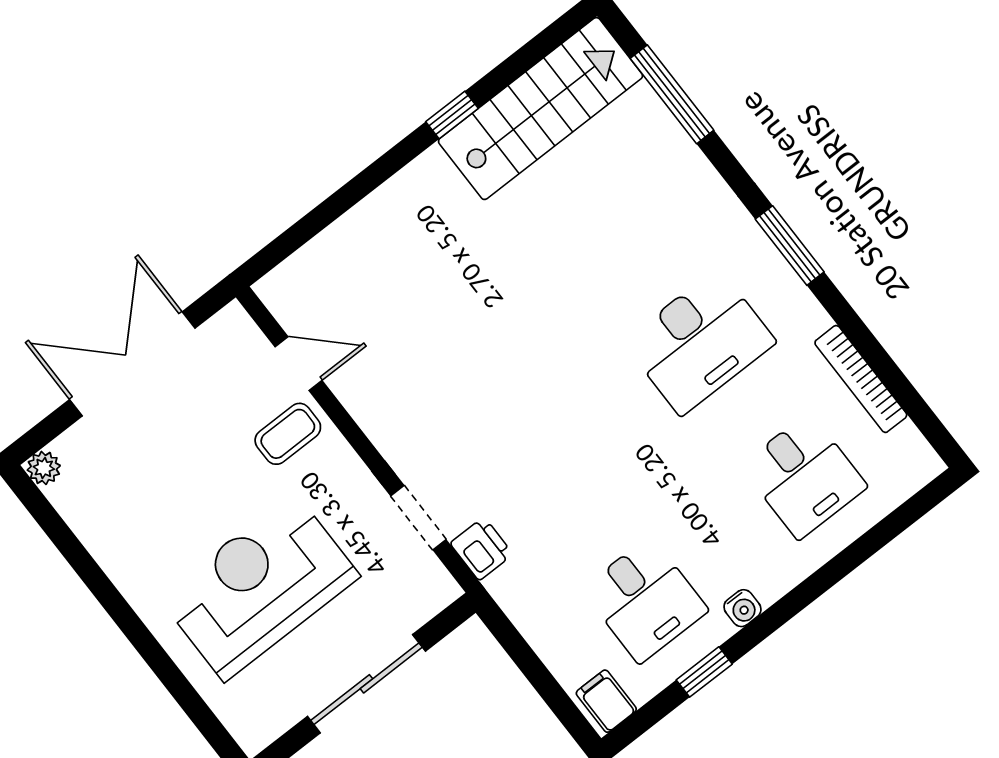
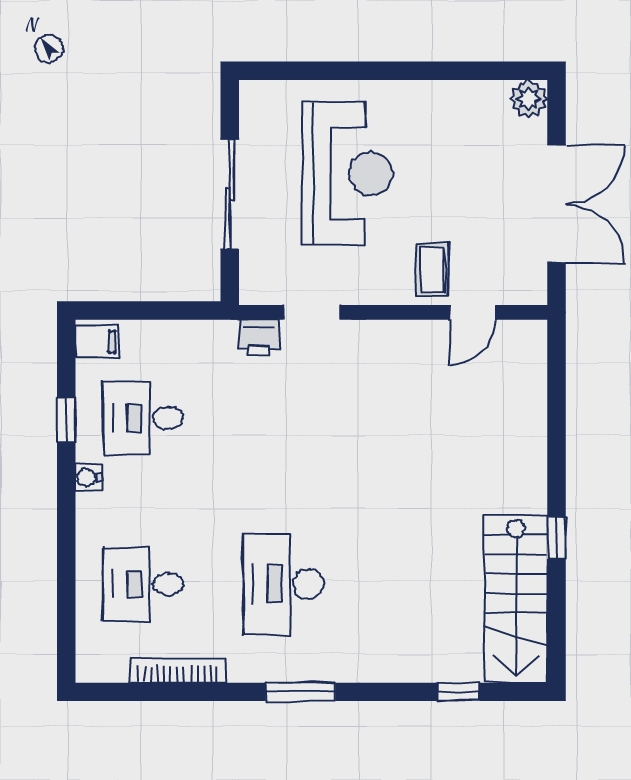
window: (672, 94) -> (459, 692), width x0.46
plant: (44, 468) -> (528, 99), width x1.38, depth x1.38

